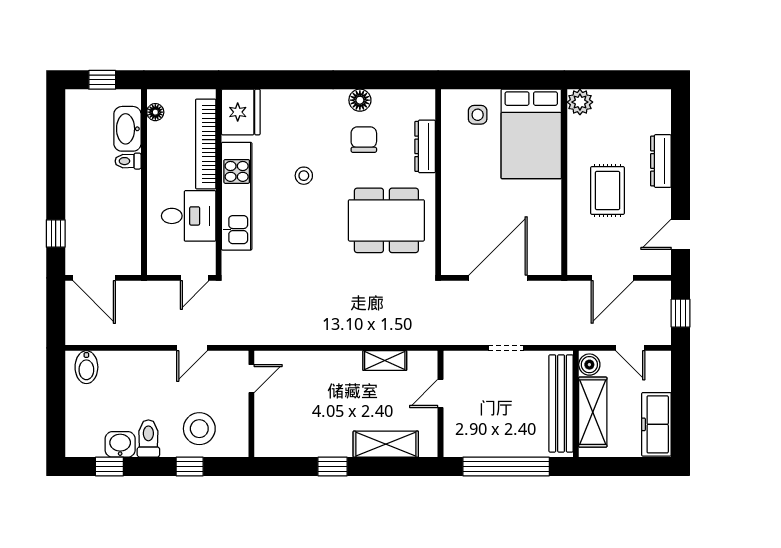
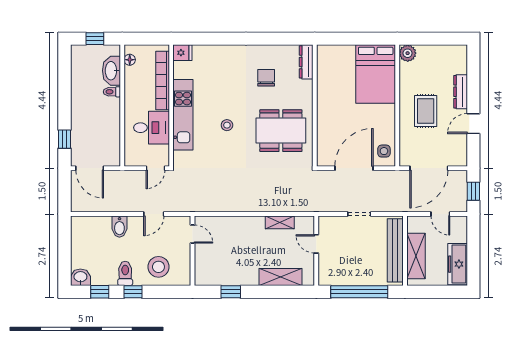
floor lamp: (360, 100) -> (264, 52), removed
fridge: (241, 112) -> (182, 53), width x0.53, depth x0.75
side table: (478, 115) -> (384, 151), moved
dresser: (425, 146) -> (306, 62), moved
stool: (304, 176) -> (227, 125), moved
door: (681, 234) -> (473, 124), moved
door: (612, 278) -> (429, 168), width x1.36
boiler: (589, 365) -> (414, 225), removed
bidet: (86, 367) -> (119, 227), moved
door: (251, 379) -> (193, 234), hinge flipped
door: (441, 393) -> (316, 244), hinge flipped
washbasin: (120, 444) -> (80, 277), moved
window: (190, 467) -> (133, 292), moved
window: (333, 467) -> (231, 292), moved

